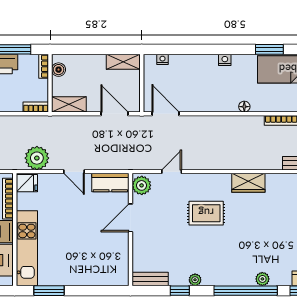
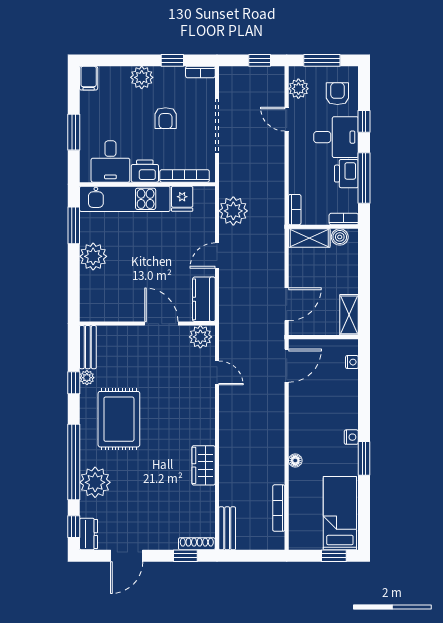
window: (269, 49) -> (364, 458), moved
shelving: (69, 104) -> (309, 238), moved, turned 90
fridge: (27, 183) -> (182, 199), moved
rug: (206, 213) -> (119, 419), moved, width x1.36, depth x1.43
plant: (75, 274) -> (93, 256), added
plant: (262, 279) -> (95, 482), width x1.88, depth x1.88
plant: (195, 280) -> (87, 378), moved

